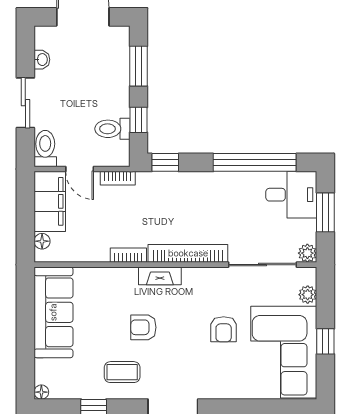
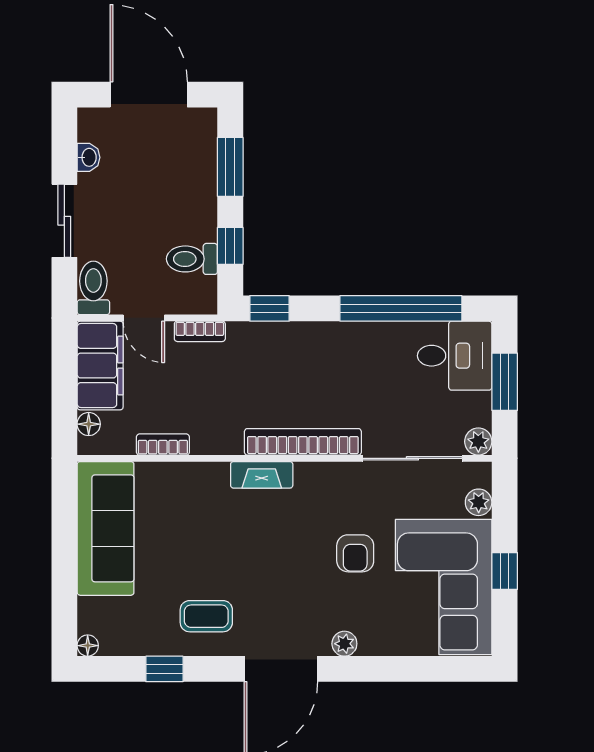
bookcase: (128, 255) -> (163, 445), moved
armchair: (143, 327) -> (238, 550), removed
plant: (216, 391) -> (344, 644), added

